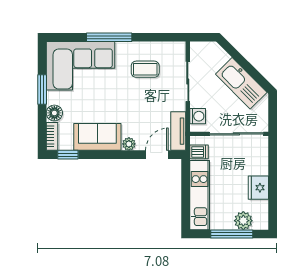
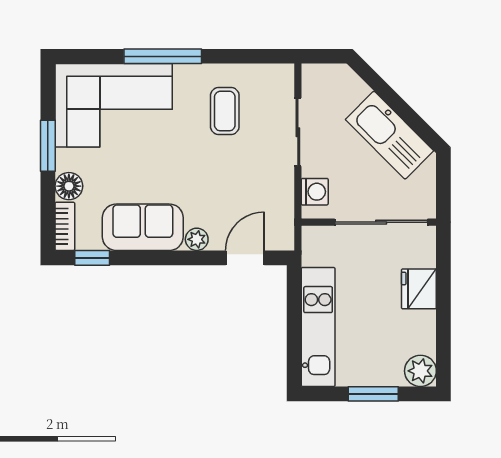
coffee table: (145, 69) -> (225, 111), turned 90
tv unit: (178, 131) -> (282, 217), removed
dishwasher: (199, 152) -> (317, 253), removed
fridge: (258, 188) -> (419, 289), moved
plant: (243, 221) -> (420, 371), moved
window: (232, 234) -> (373, 394), width x0.69

